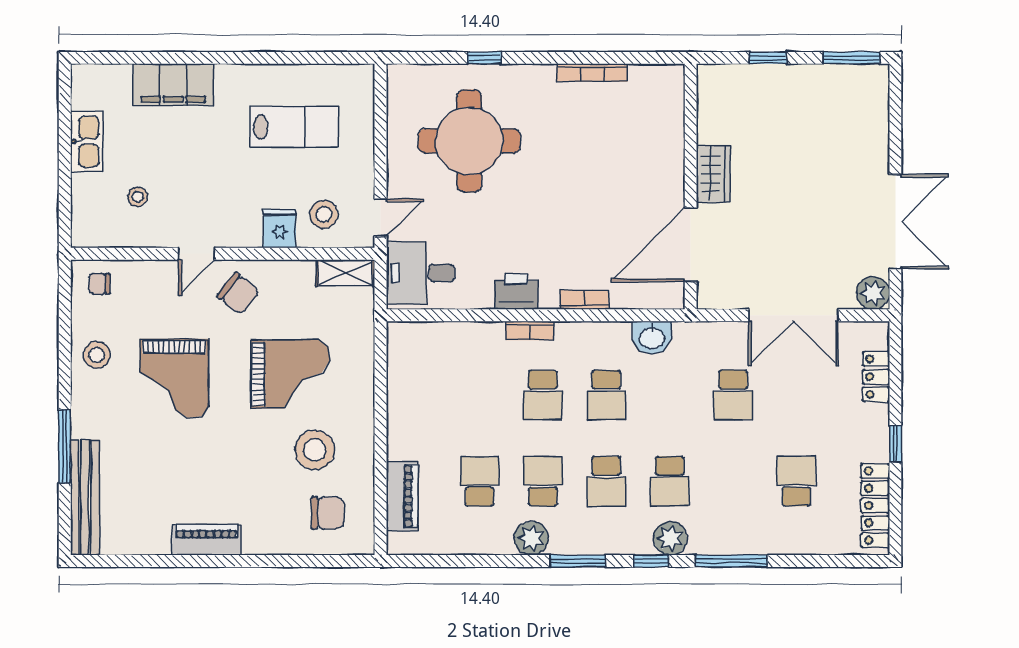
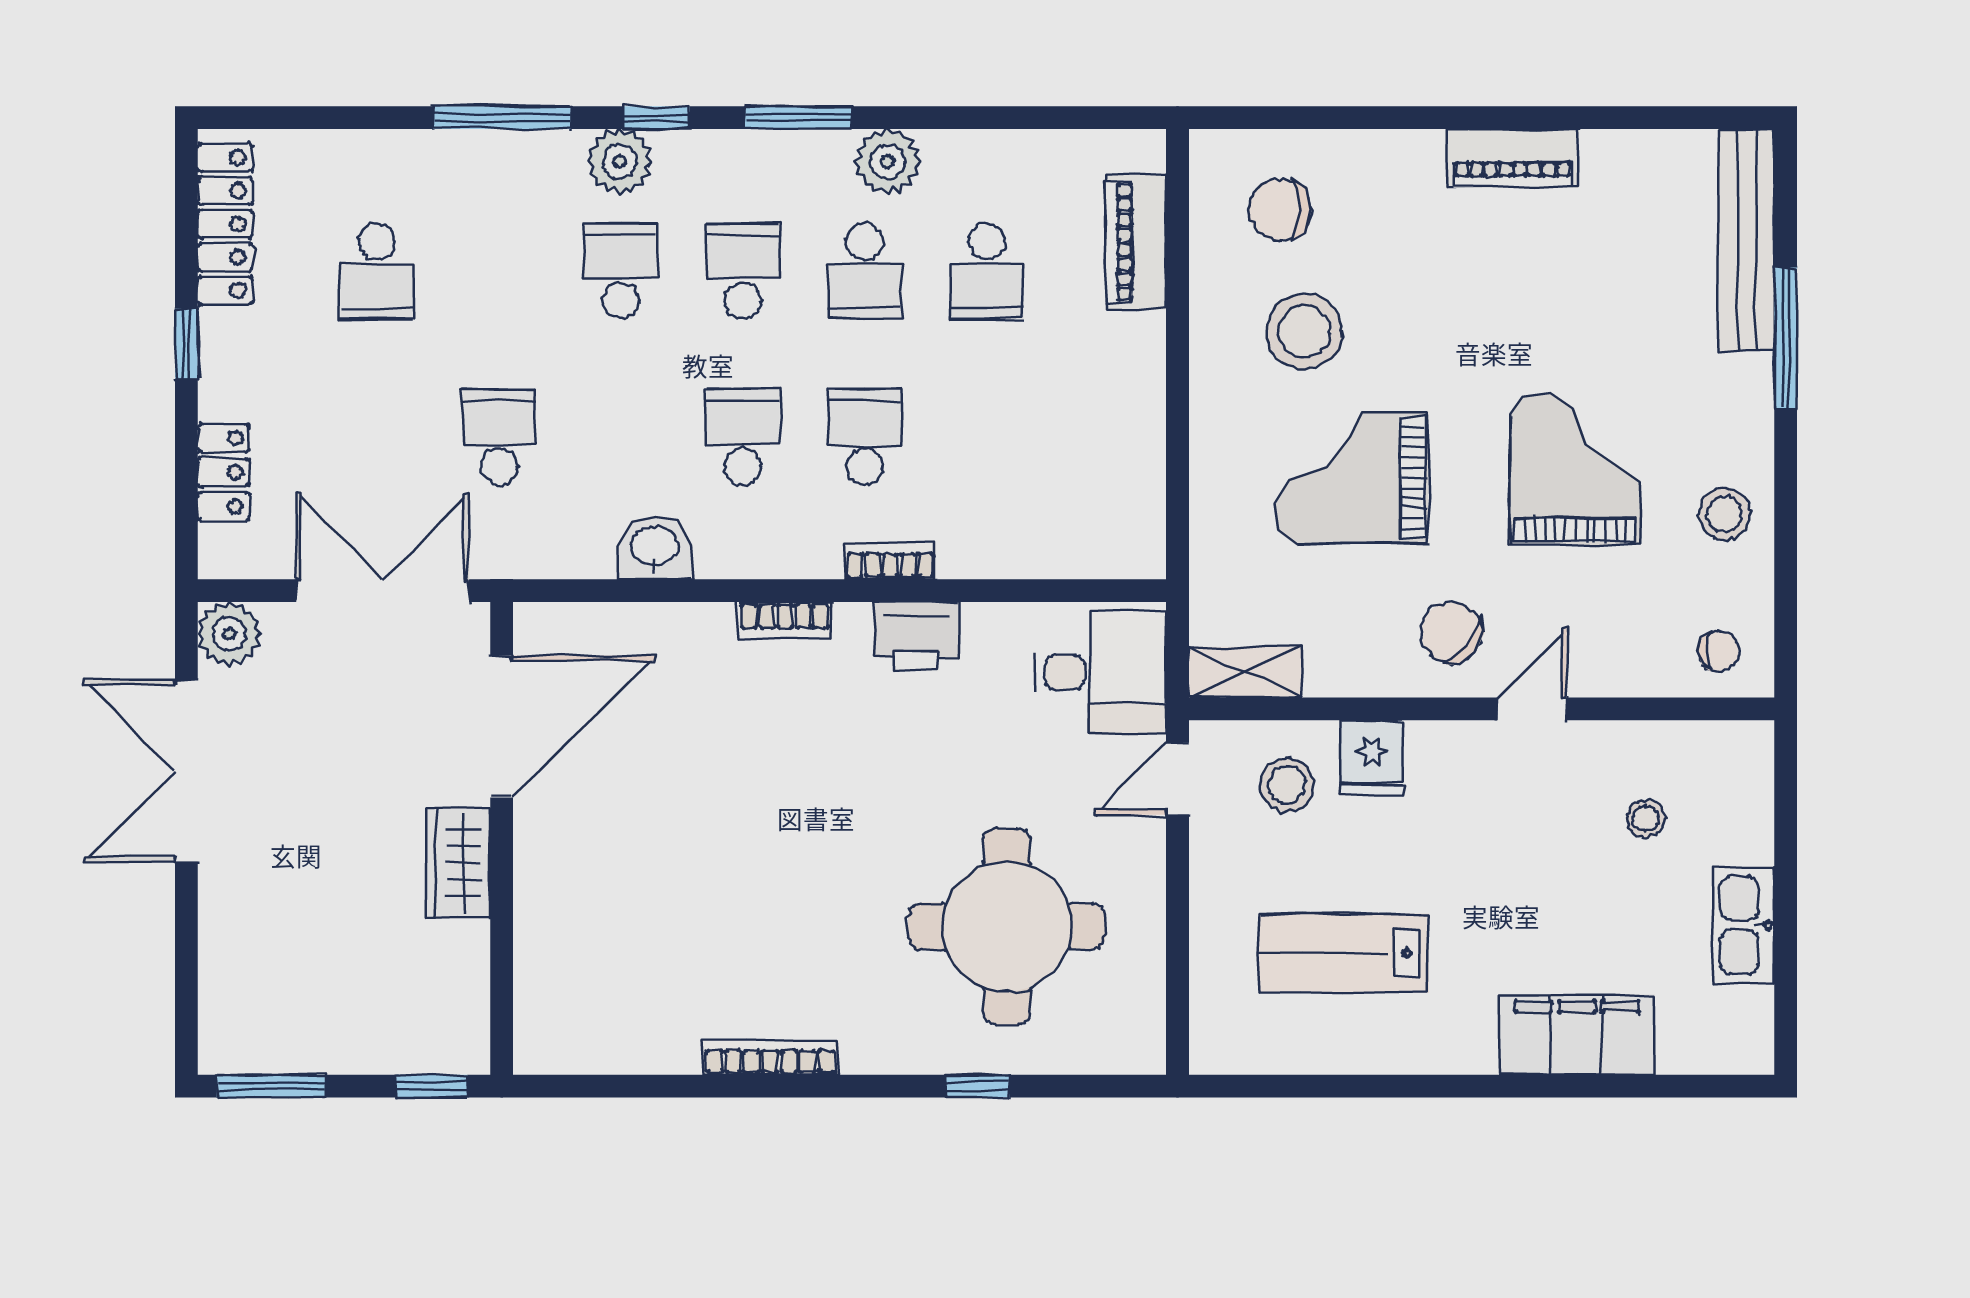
wardrobe: (713, 174) -> (458, 863), moved
wall: (691, 187) -> (502, 838), moved
door: (691, 245) -> (502, 727), moved

